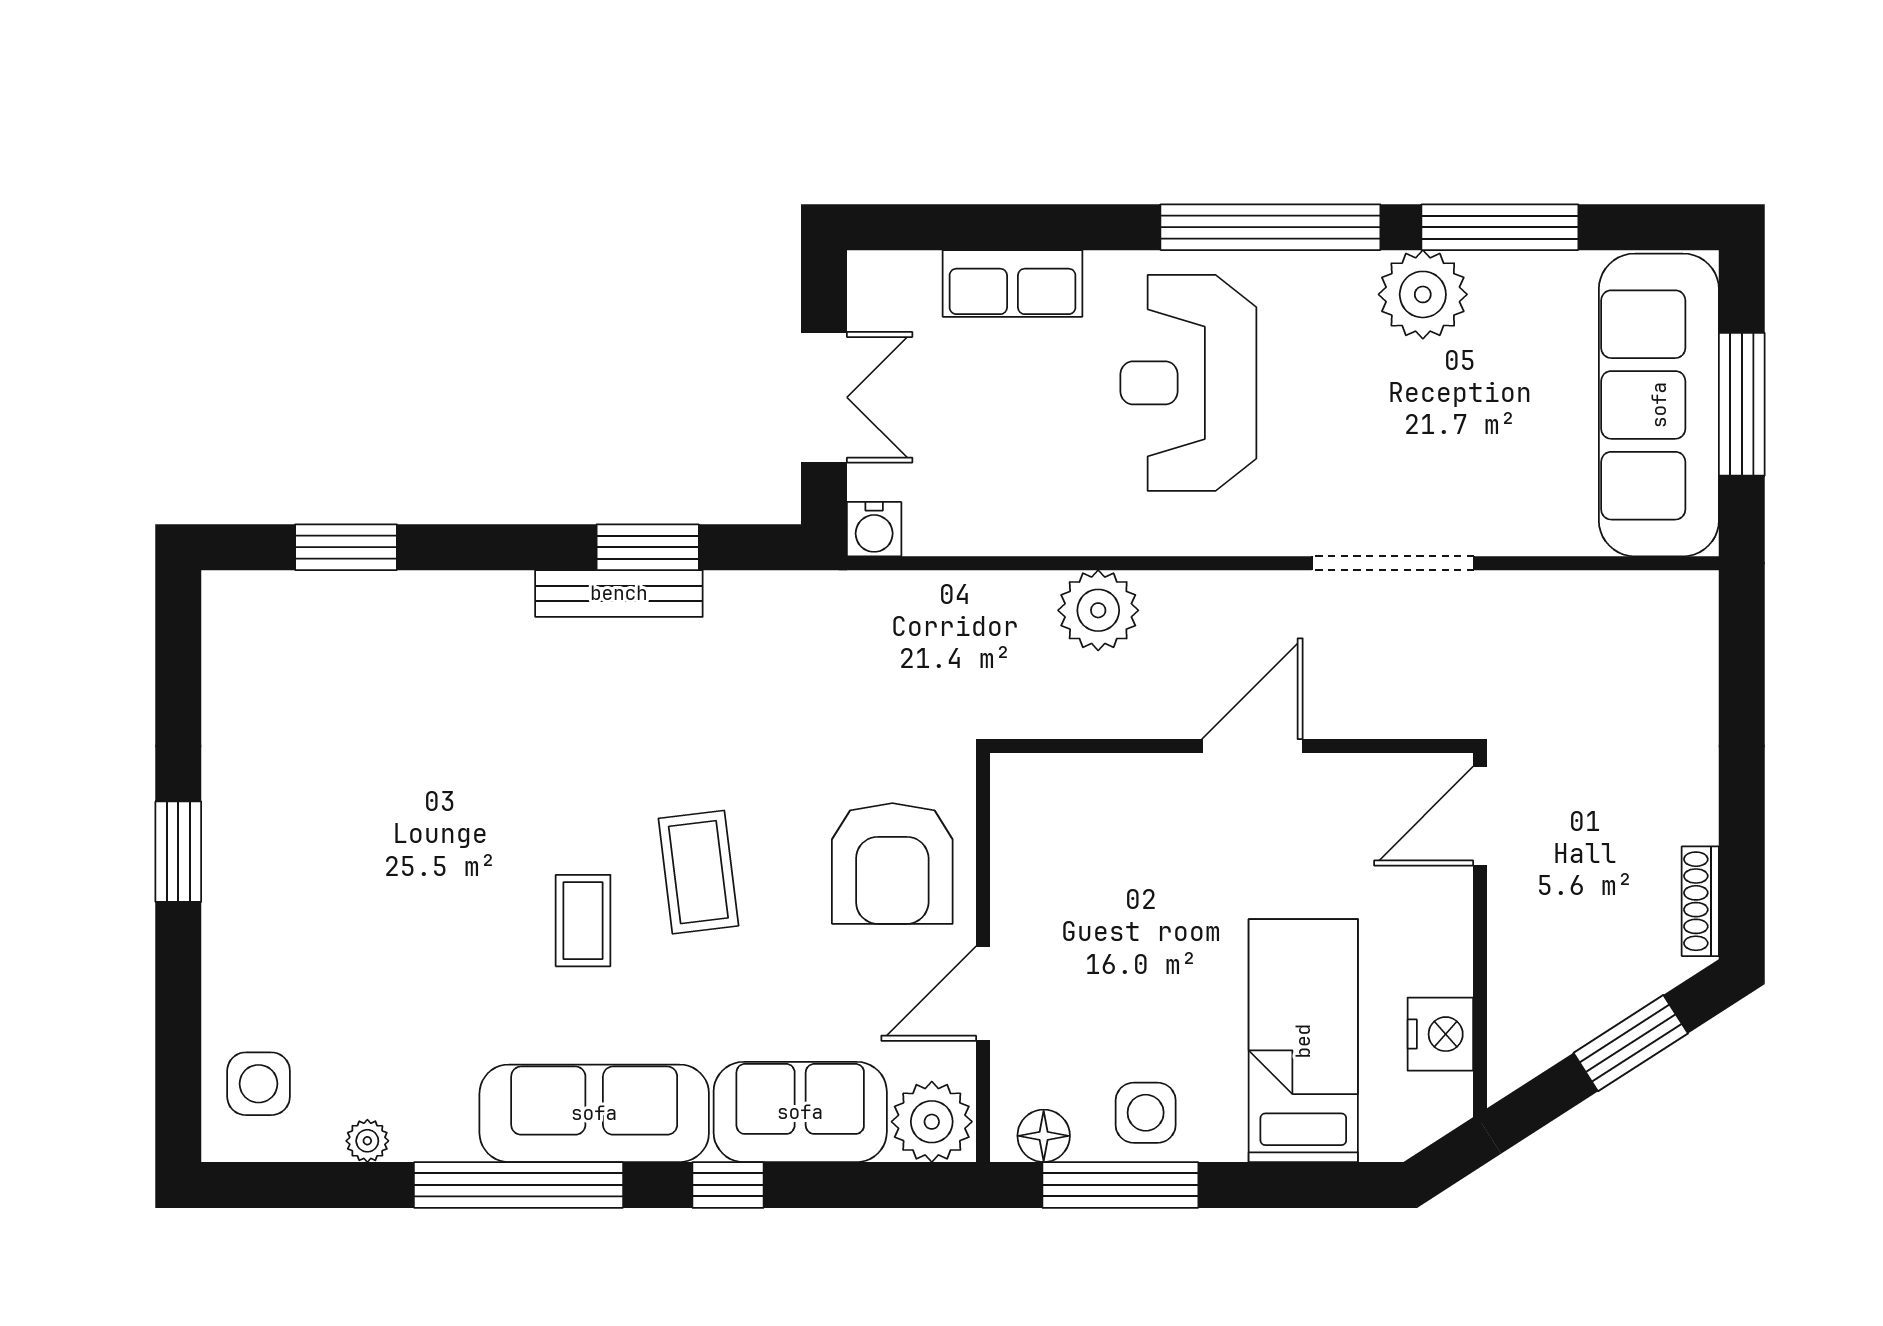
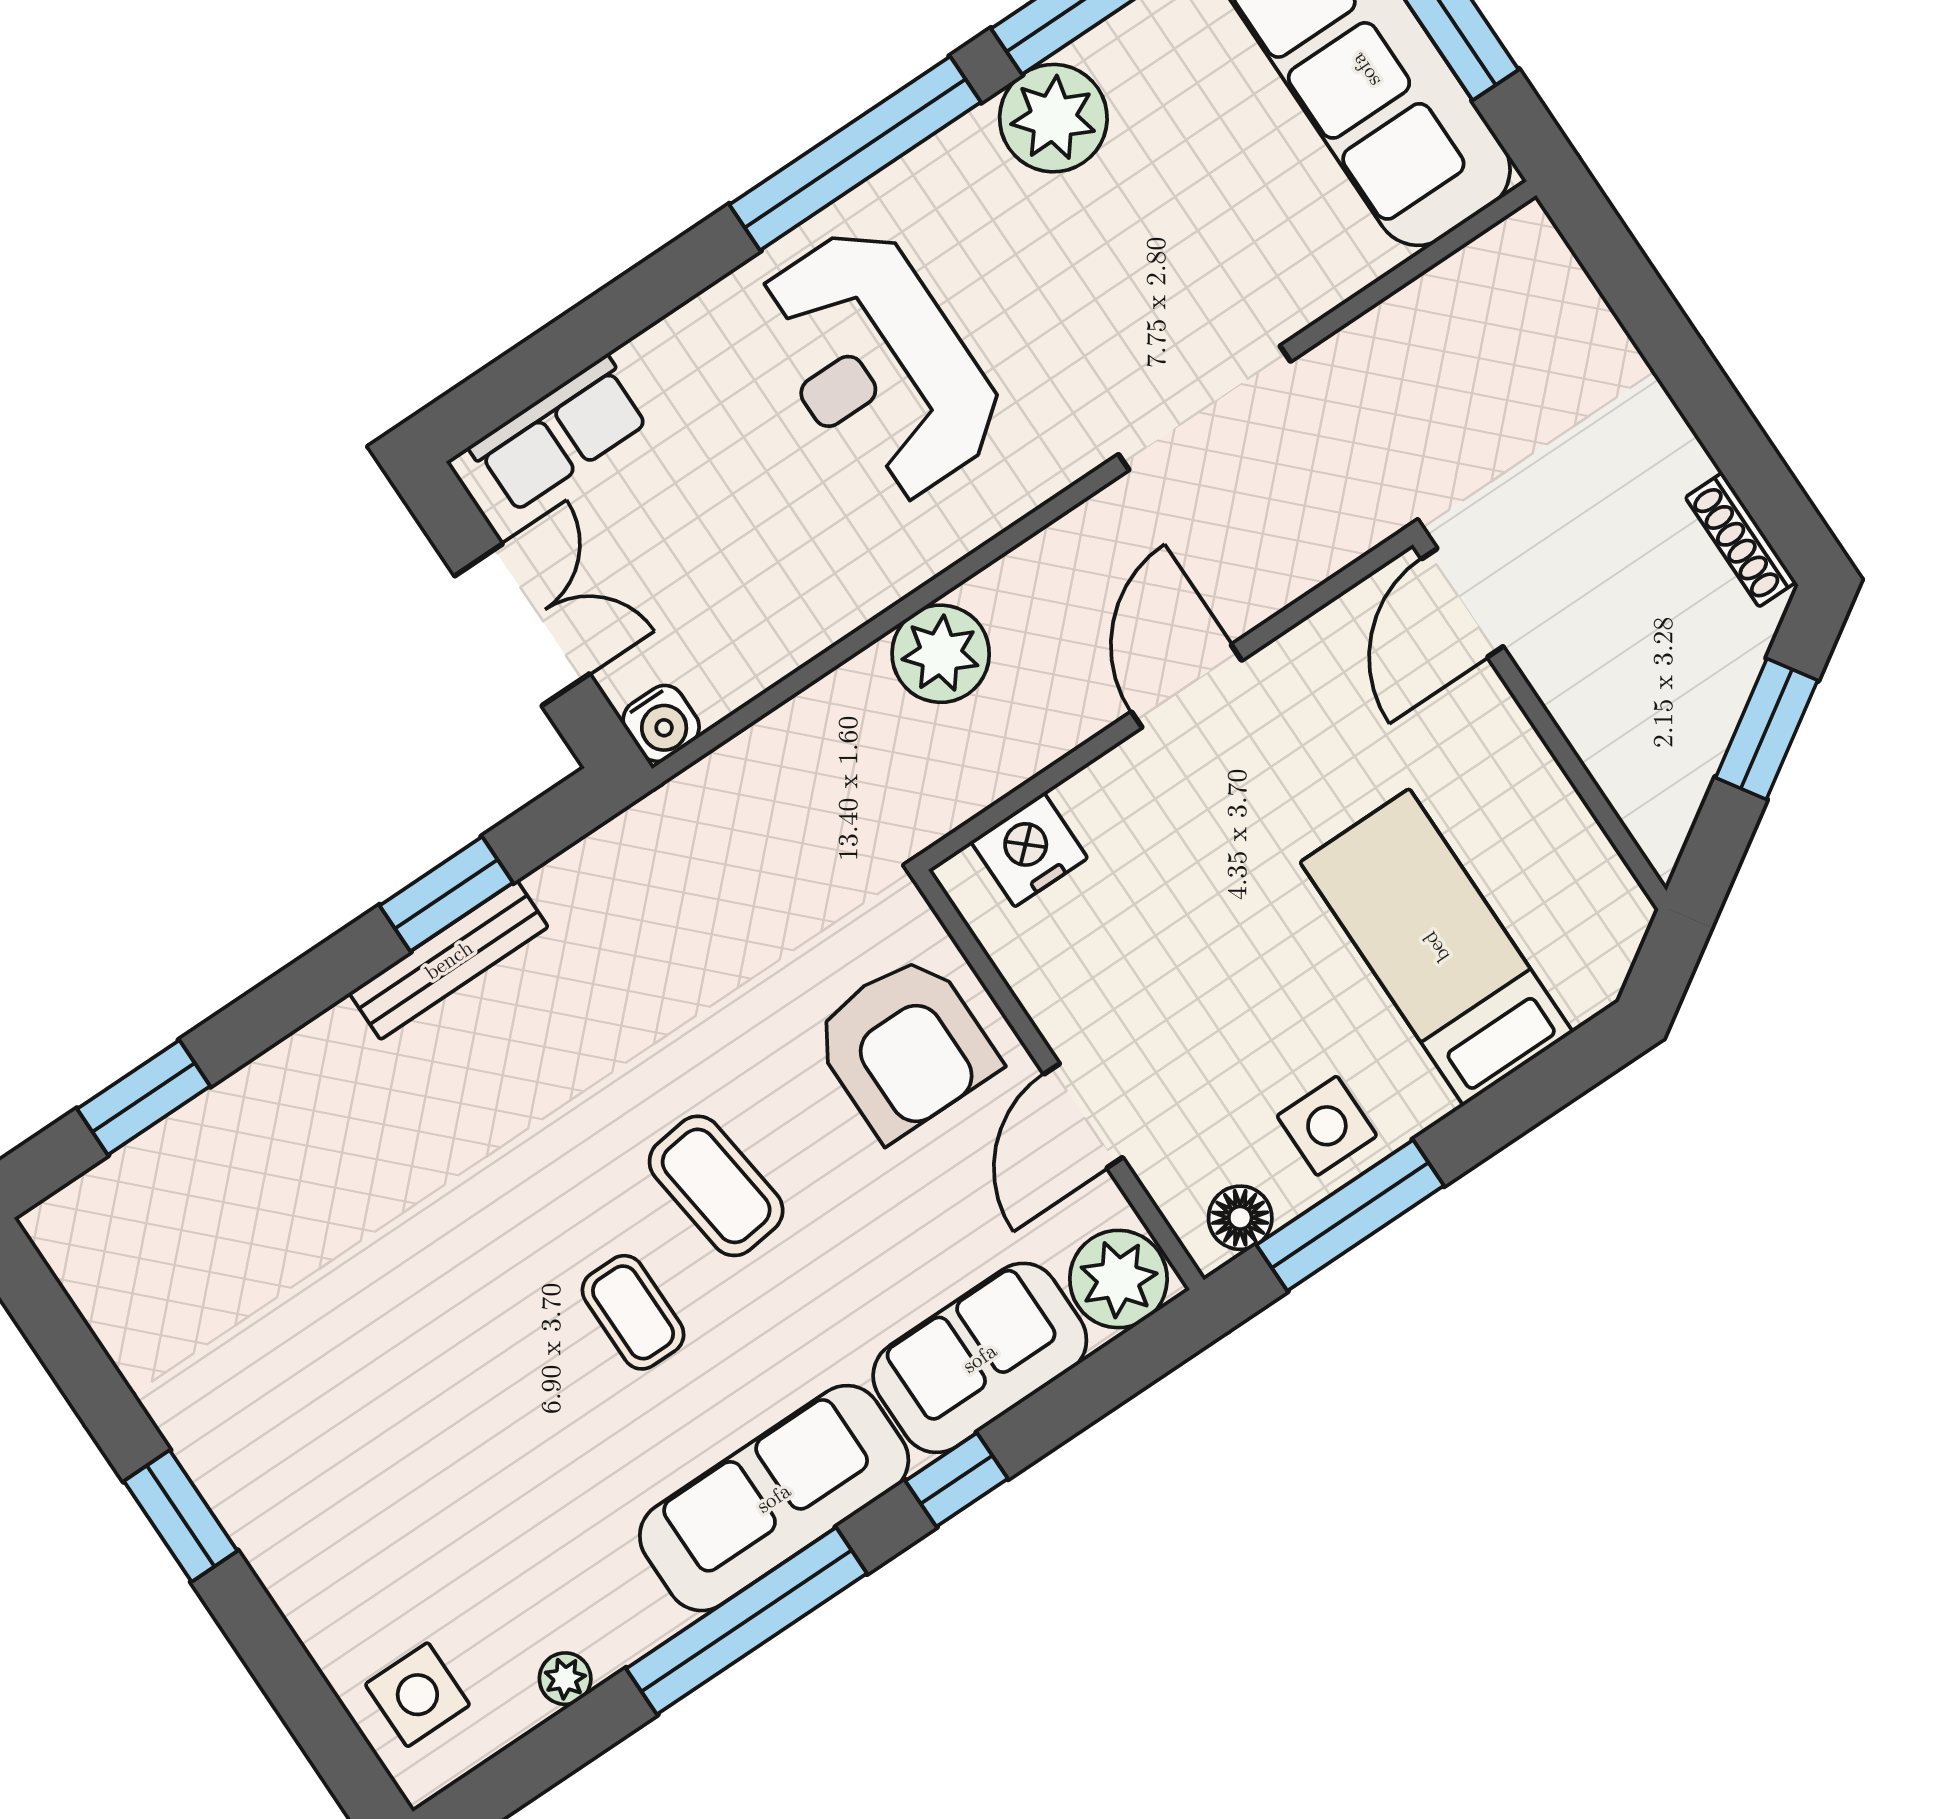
row of seats: (1012, 283) -> (559, 434), moved
nightstand: (1440, 1034) -> (1029, 850), moved, turned -90

